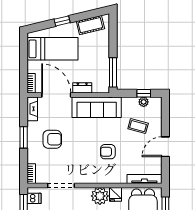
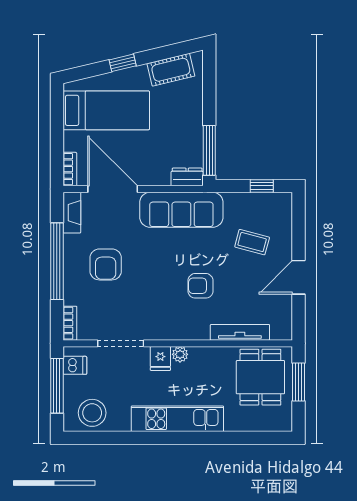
dresser: (82, 88) -> (187, 177), moved
plant: (144, 102) -> (261, 201), removed
window: (24, 137) -> (57, 261), width x2.11
armchair: (52, 139) -> (106, 264), turned 90
tv unit: (144, 179) -> (240, 332), moved
fridge: (115, 194) -> (160, 358), moved
plant: (100, 196) -> (180, 354), width x0.53, depth x0.53

